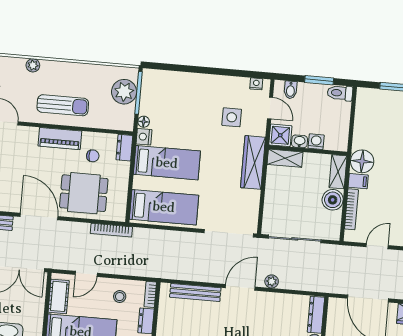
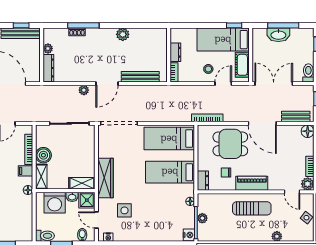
plant: (124, 92) -> (202, 218), width x0.53, depth x0.53
sun lounger: (63, 105) -> (252, 208), turned 180
nightstand: (144, 137) -> (189, 235), moved
washing machine: (316, 142) -> (55, 203), width x1.89, depth x1.89
floor lamp: (362, 161) -> (28, 190), width x0.53, depth x0.53
stool: (120, 297) -> (208, 69), moved

